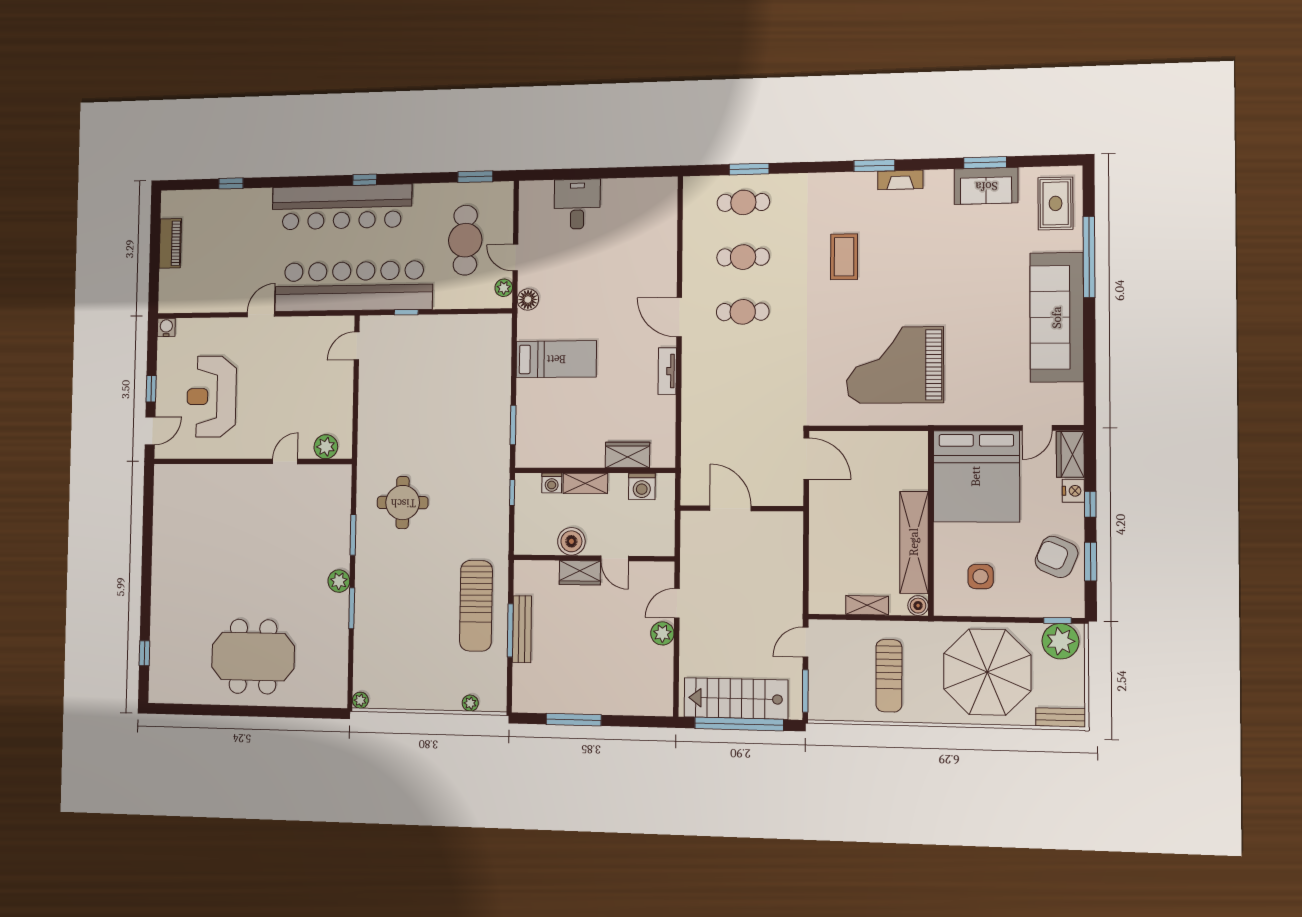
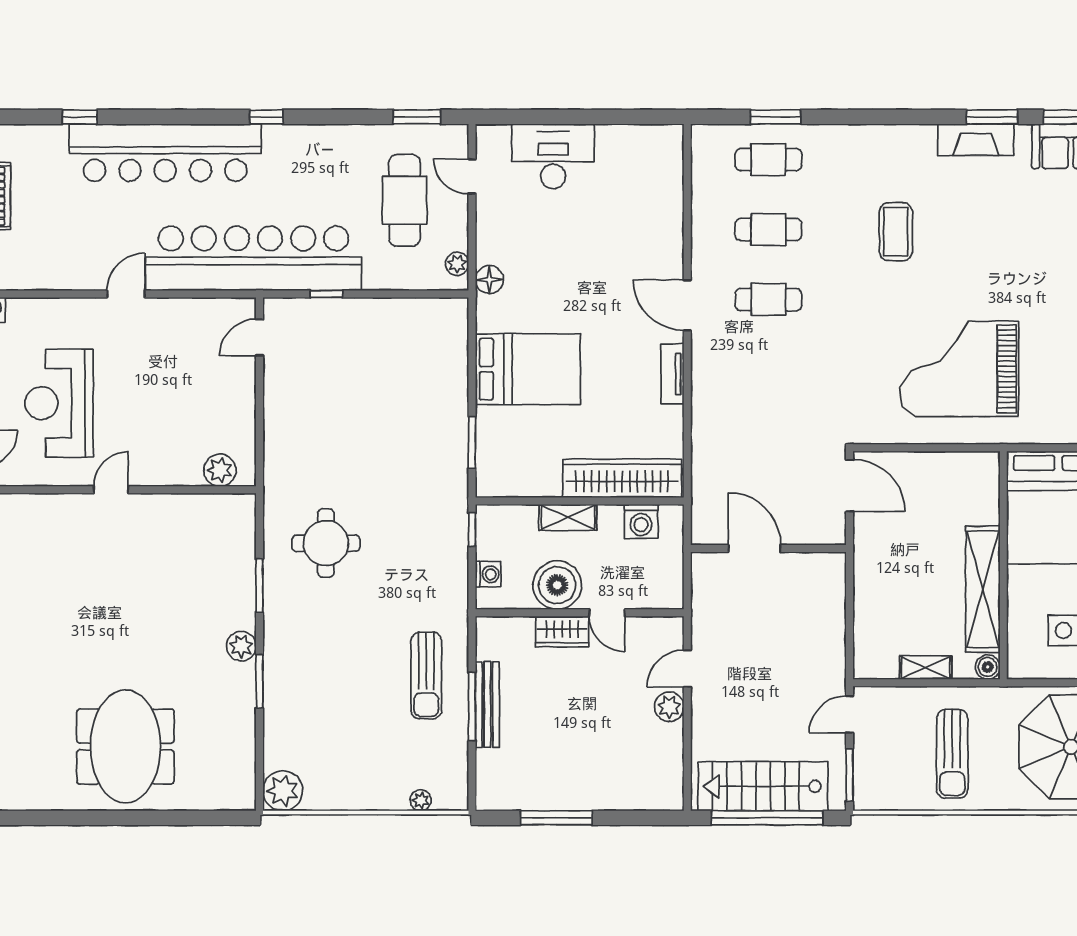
window: (874, 166) -> (992, 117), moved
fireplace: (900, 180) -> (976, 140), width x1.37, depth x1.32
desk: (577, 204) -> (553, 156), width x1.37
bar counter: (342, 207) -> (165, 153), moved
door: (515, 258) -> (472, 176), moved
bed: (556, 359) -> (528, 369), width x1.50
wardrobe: (627, 455) -> (622, 478), width x2.10, depth x1.17
door: (285, 461) -> (111, 490), moved
washing machine: (552, 483) -> (488, 574), moved, turned -90
boiler: (571, 541) -> (557, 585), width x1.37, depth x1.37
sun lounger: (476, 606) -> (426, 676), width x0.73, depth x0.75
meeting table: (253, 657) -> (125, 747), turned 90
plant: (360, 700) -> (283, 791), width x1.88, depth x1.88

